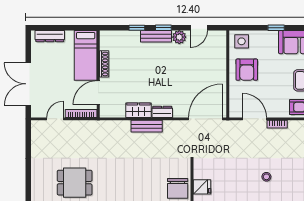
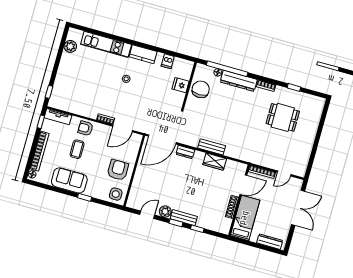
dresser: (162, 112) -> (185, 152), moved
door: (255, 119) -> (123, 128), hinge flipped

